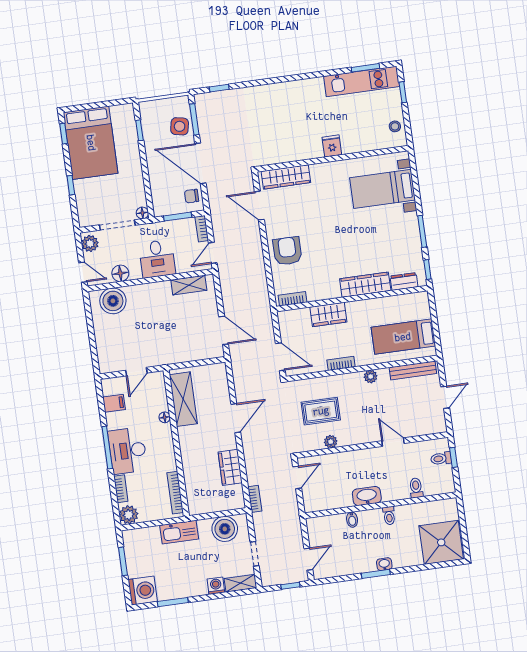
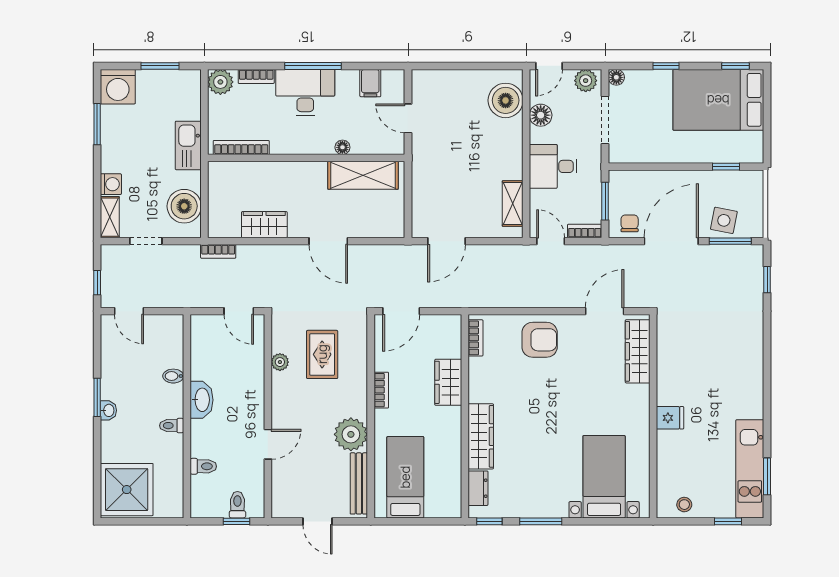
floor lamp: (142, 213) -> (616, 77), moved
plant: (371, 377) -> (351, 434), width x1.88, depth x1.88

